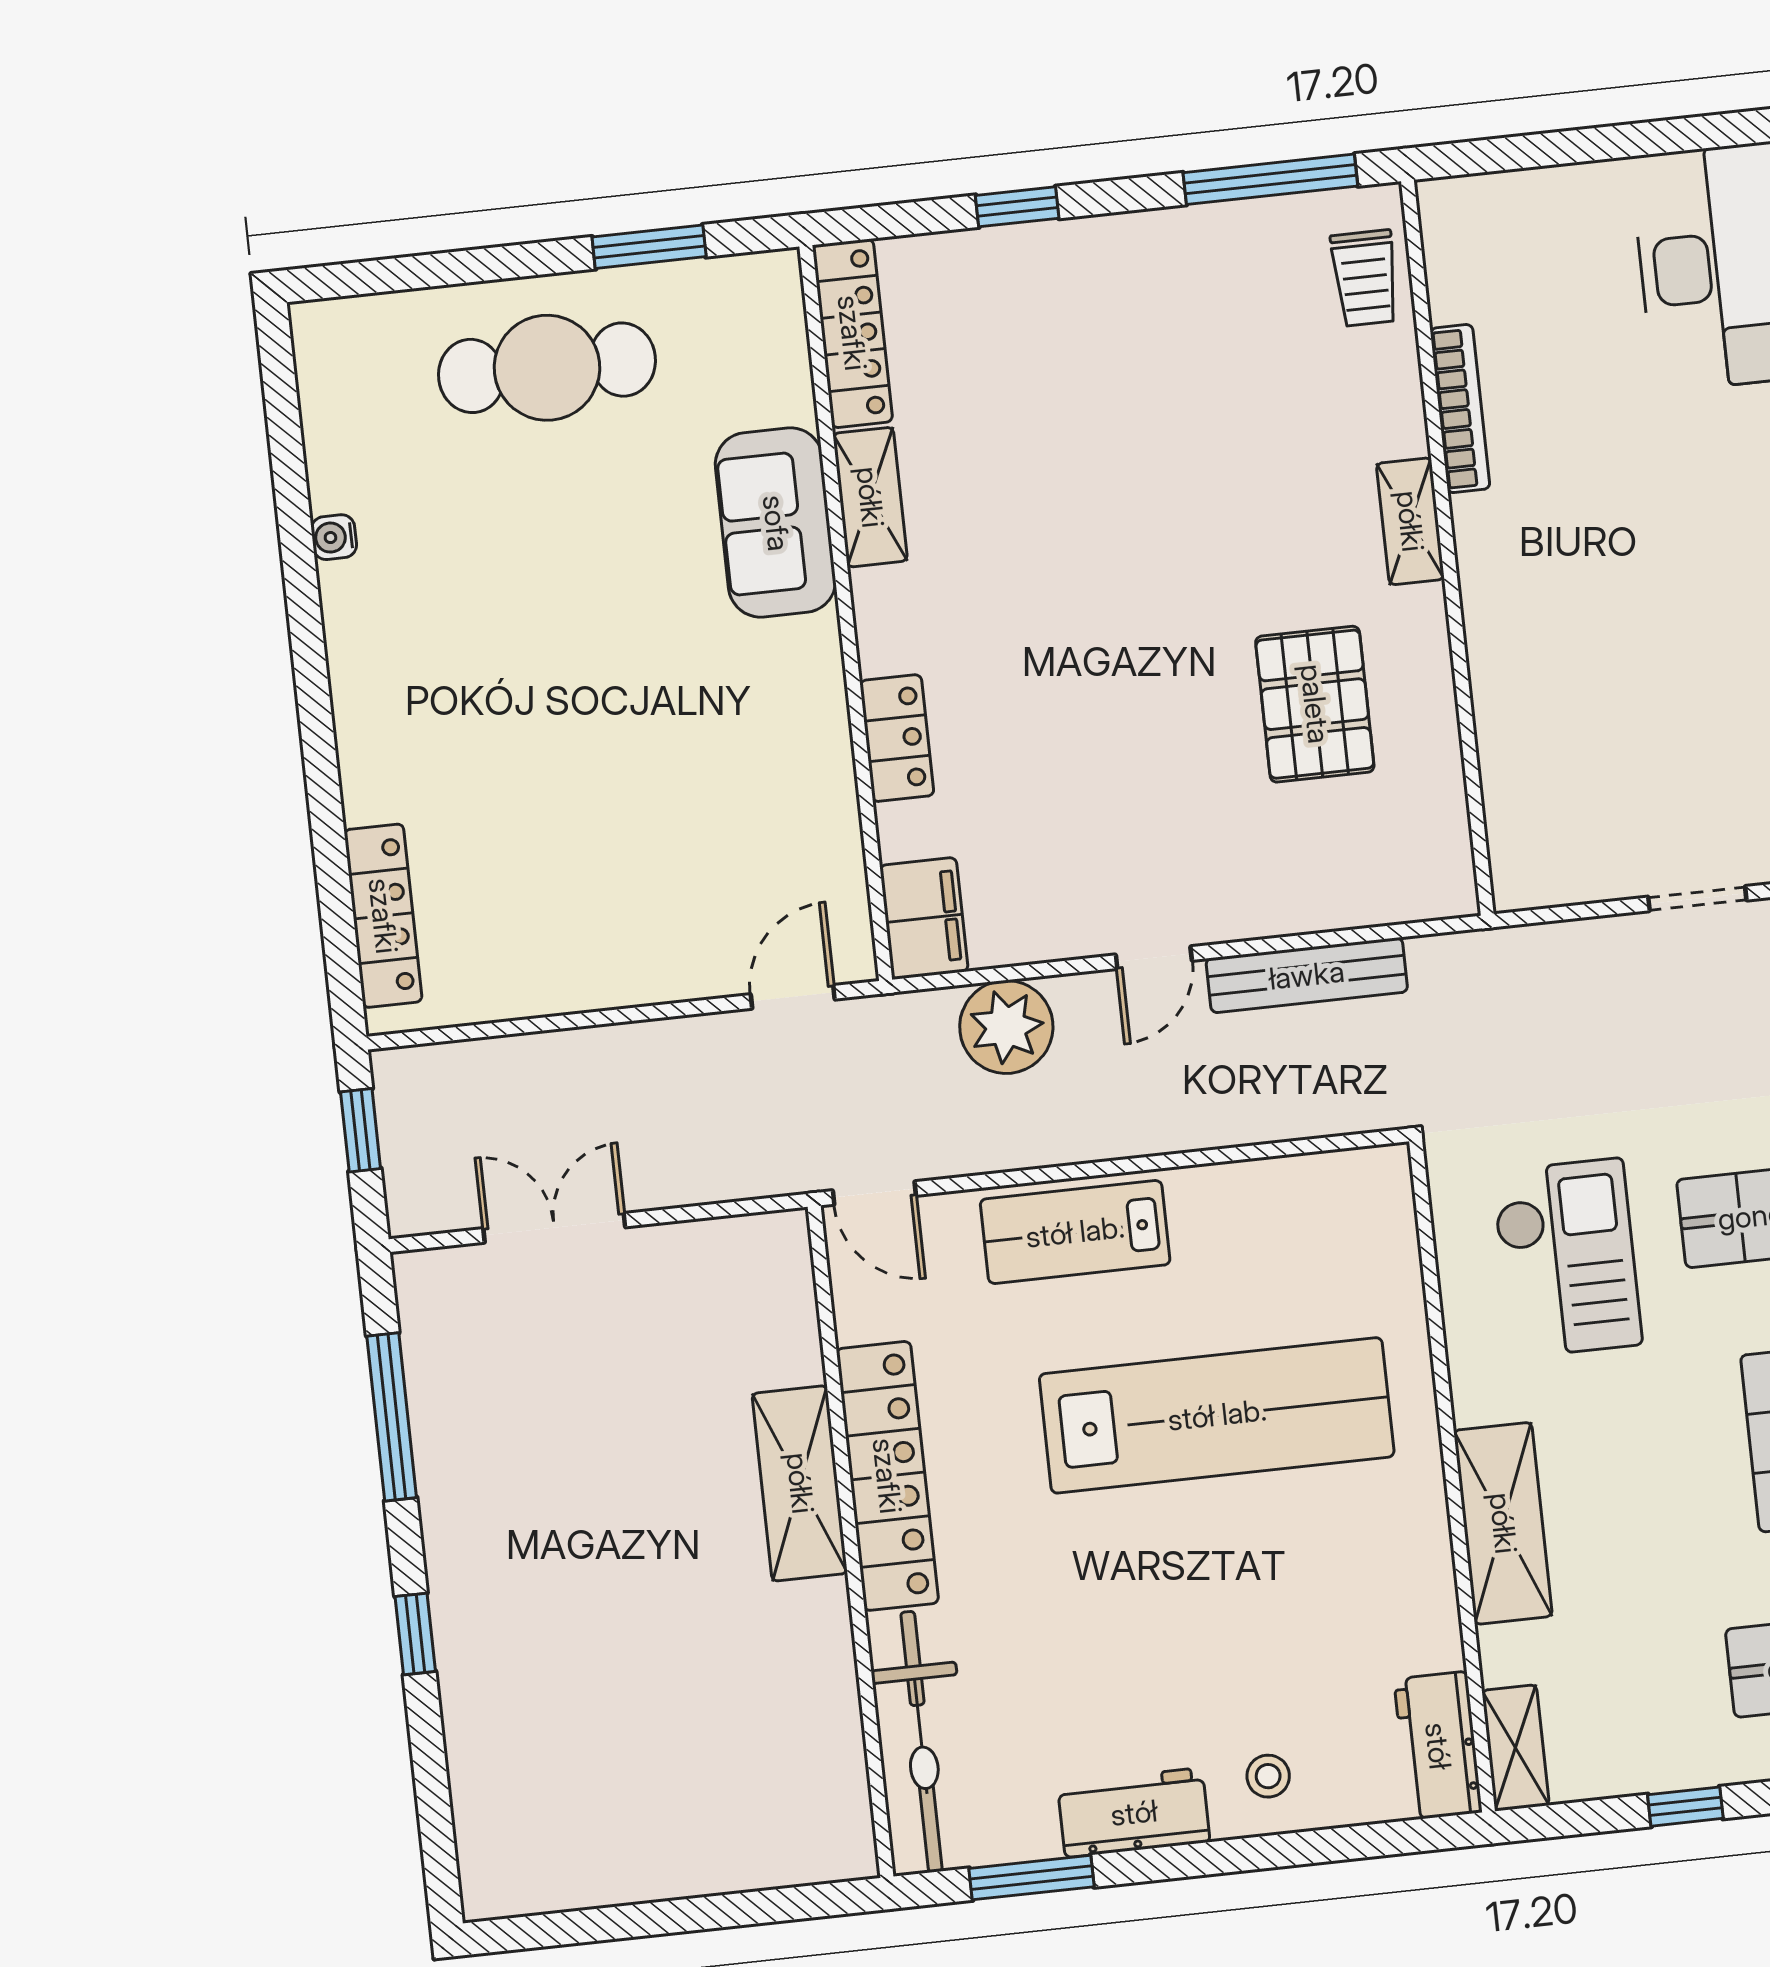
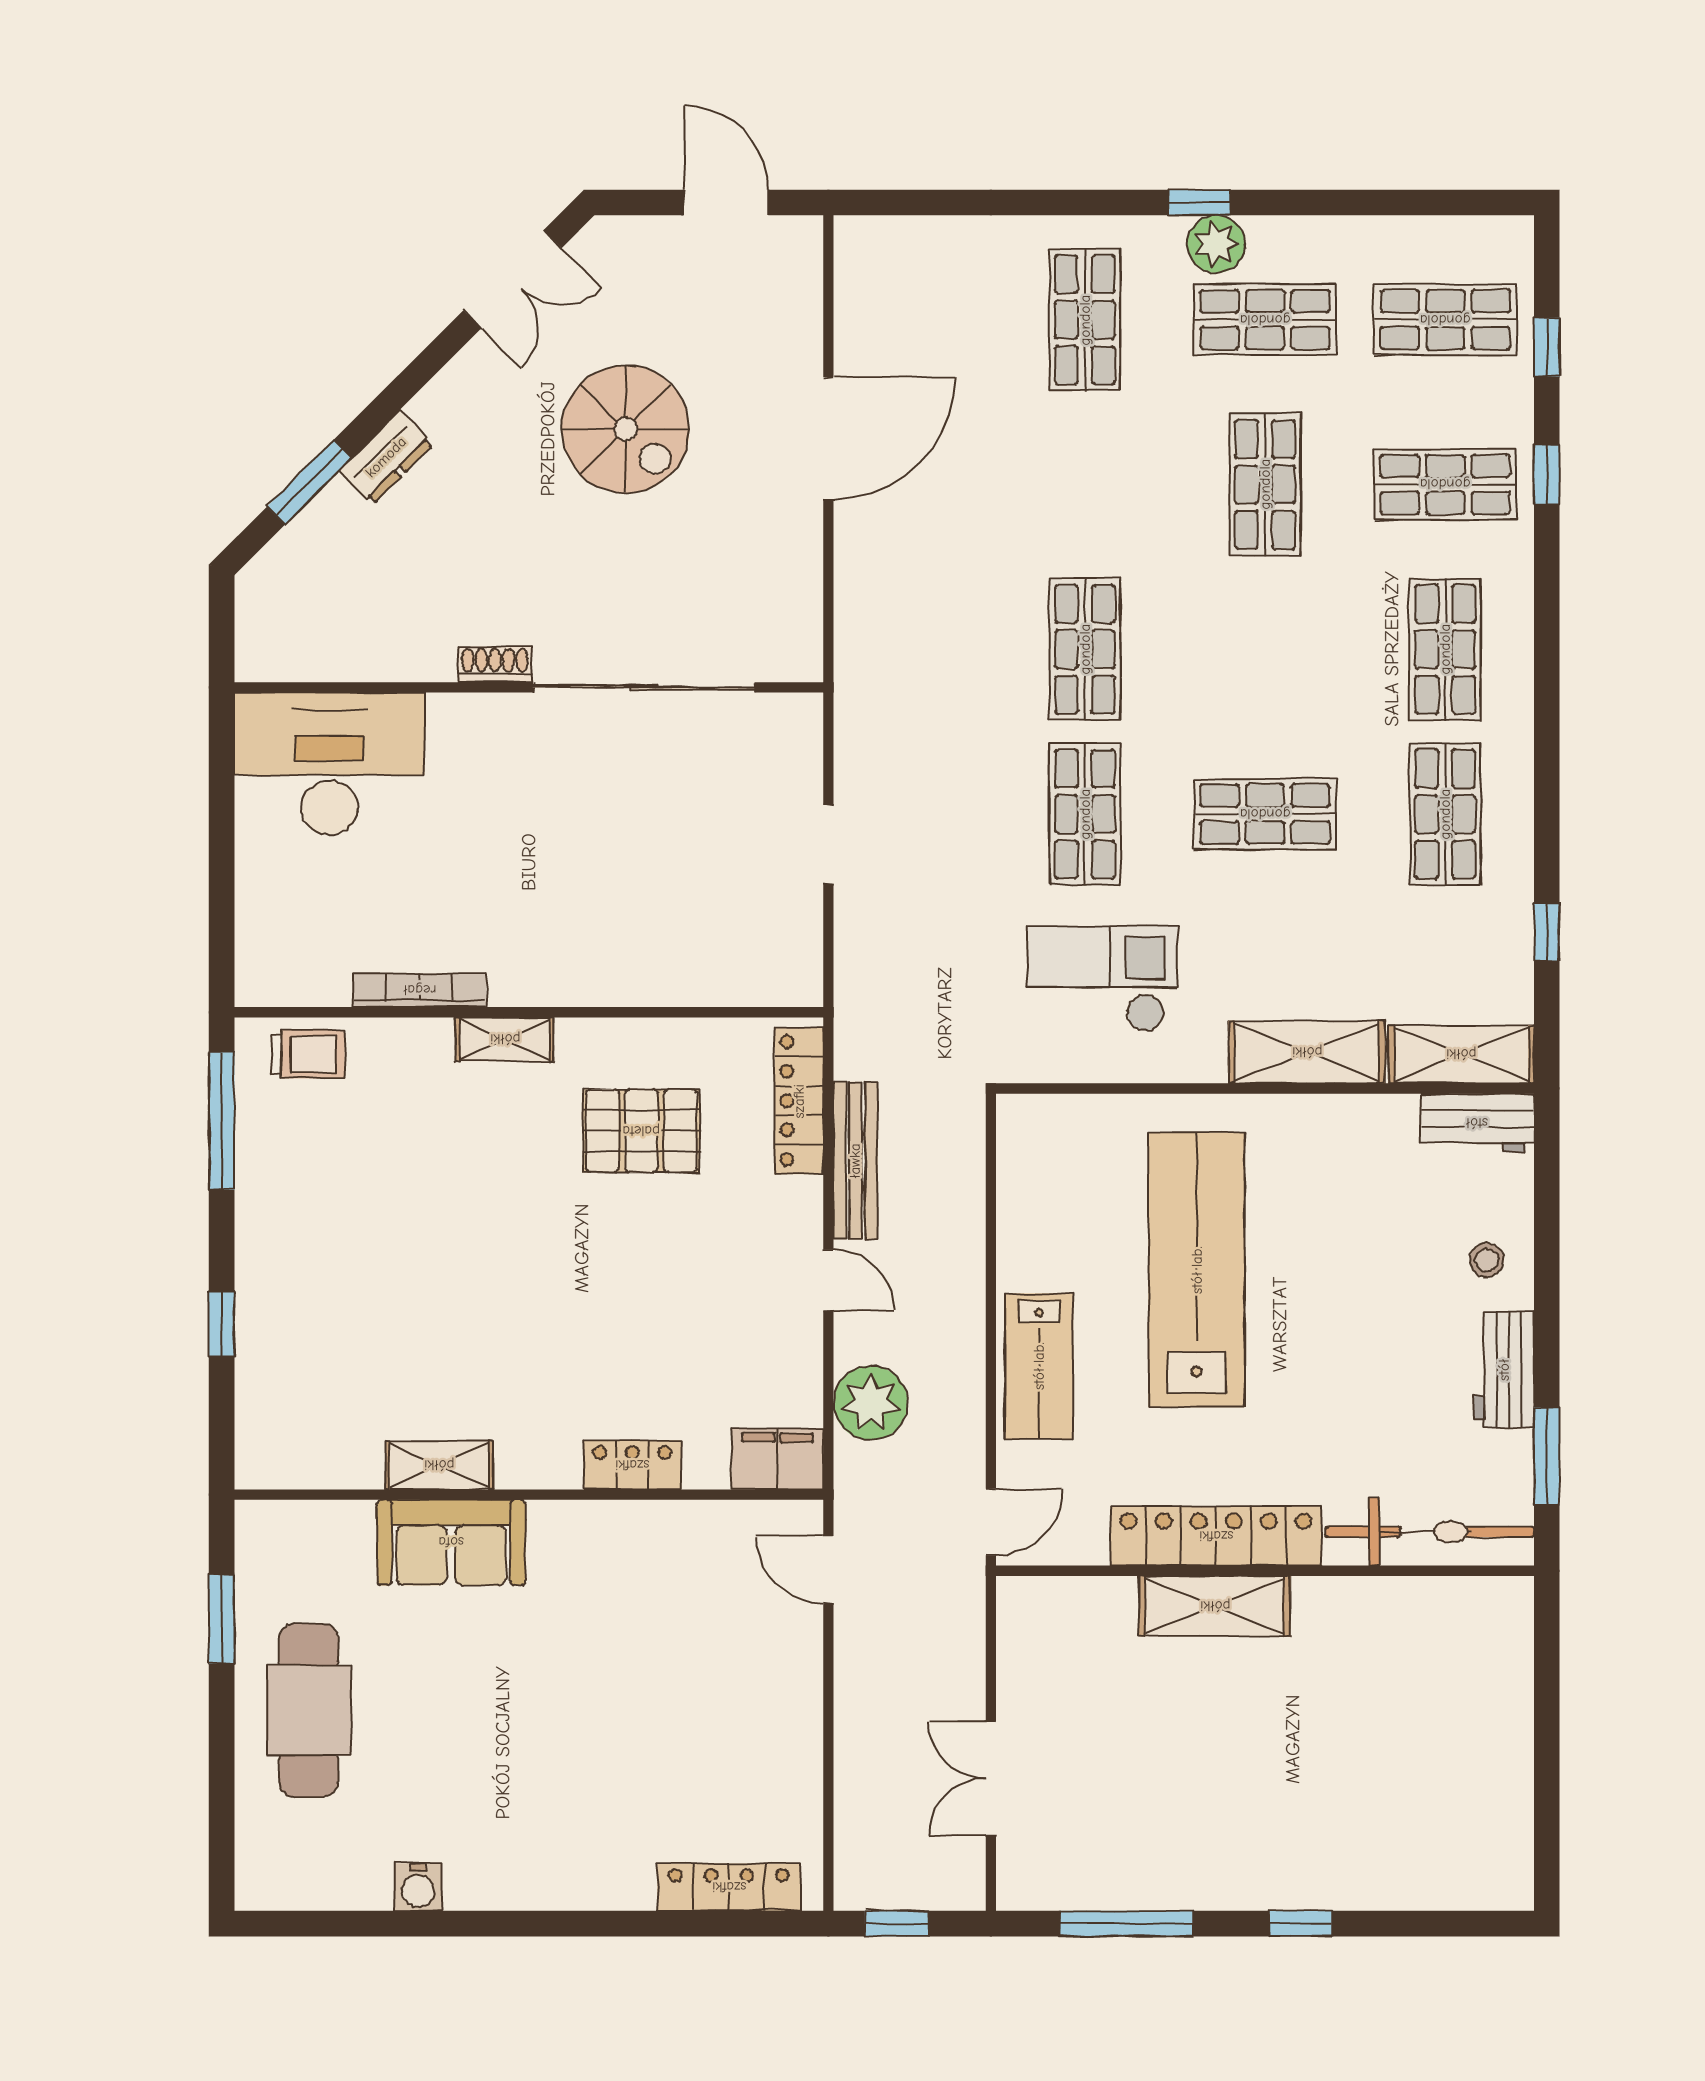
locker: (852, 333) -> (799, 1101), moved, turned -90
water cooler: (334, 537) -> (418, 1887), width x1.38, depth x1.38
shelving: (1516, 1748) -> (1461, 1054), width x1.50, depth x1.33

